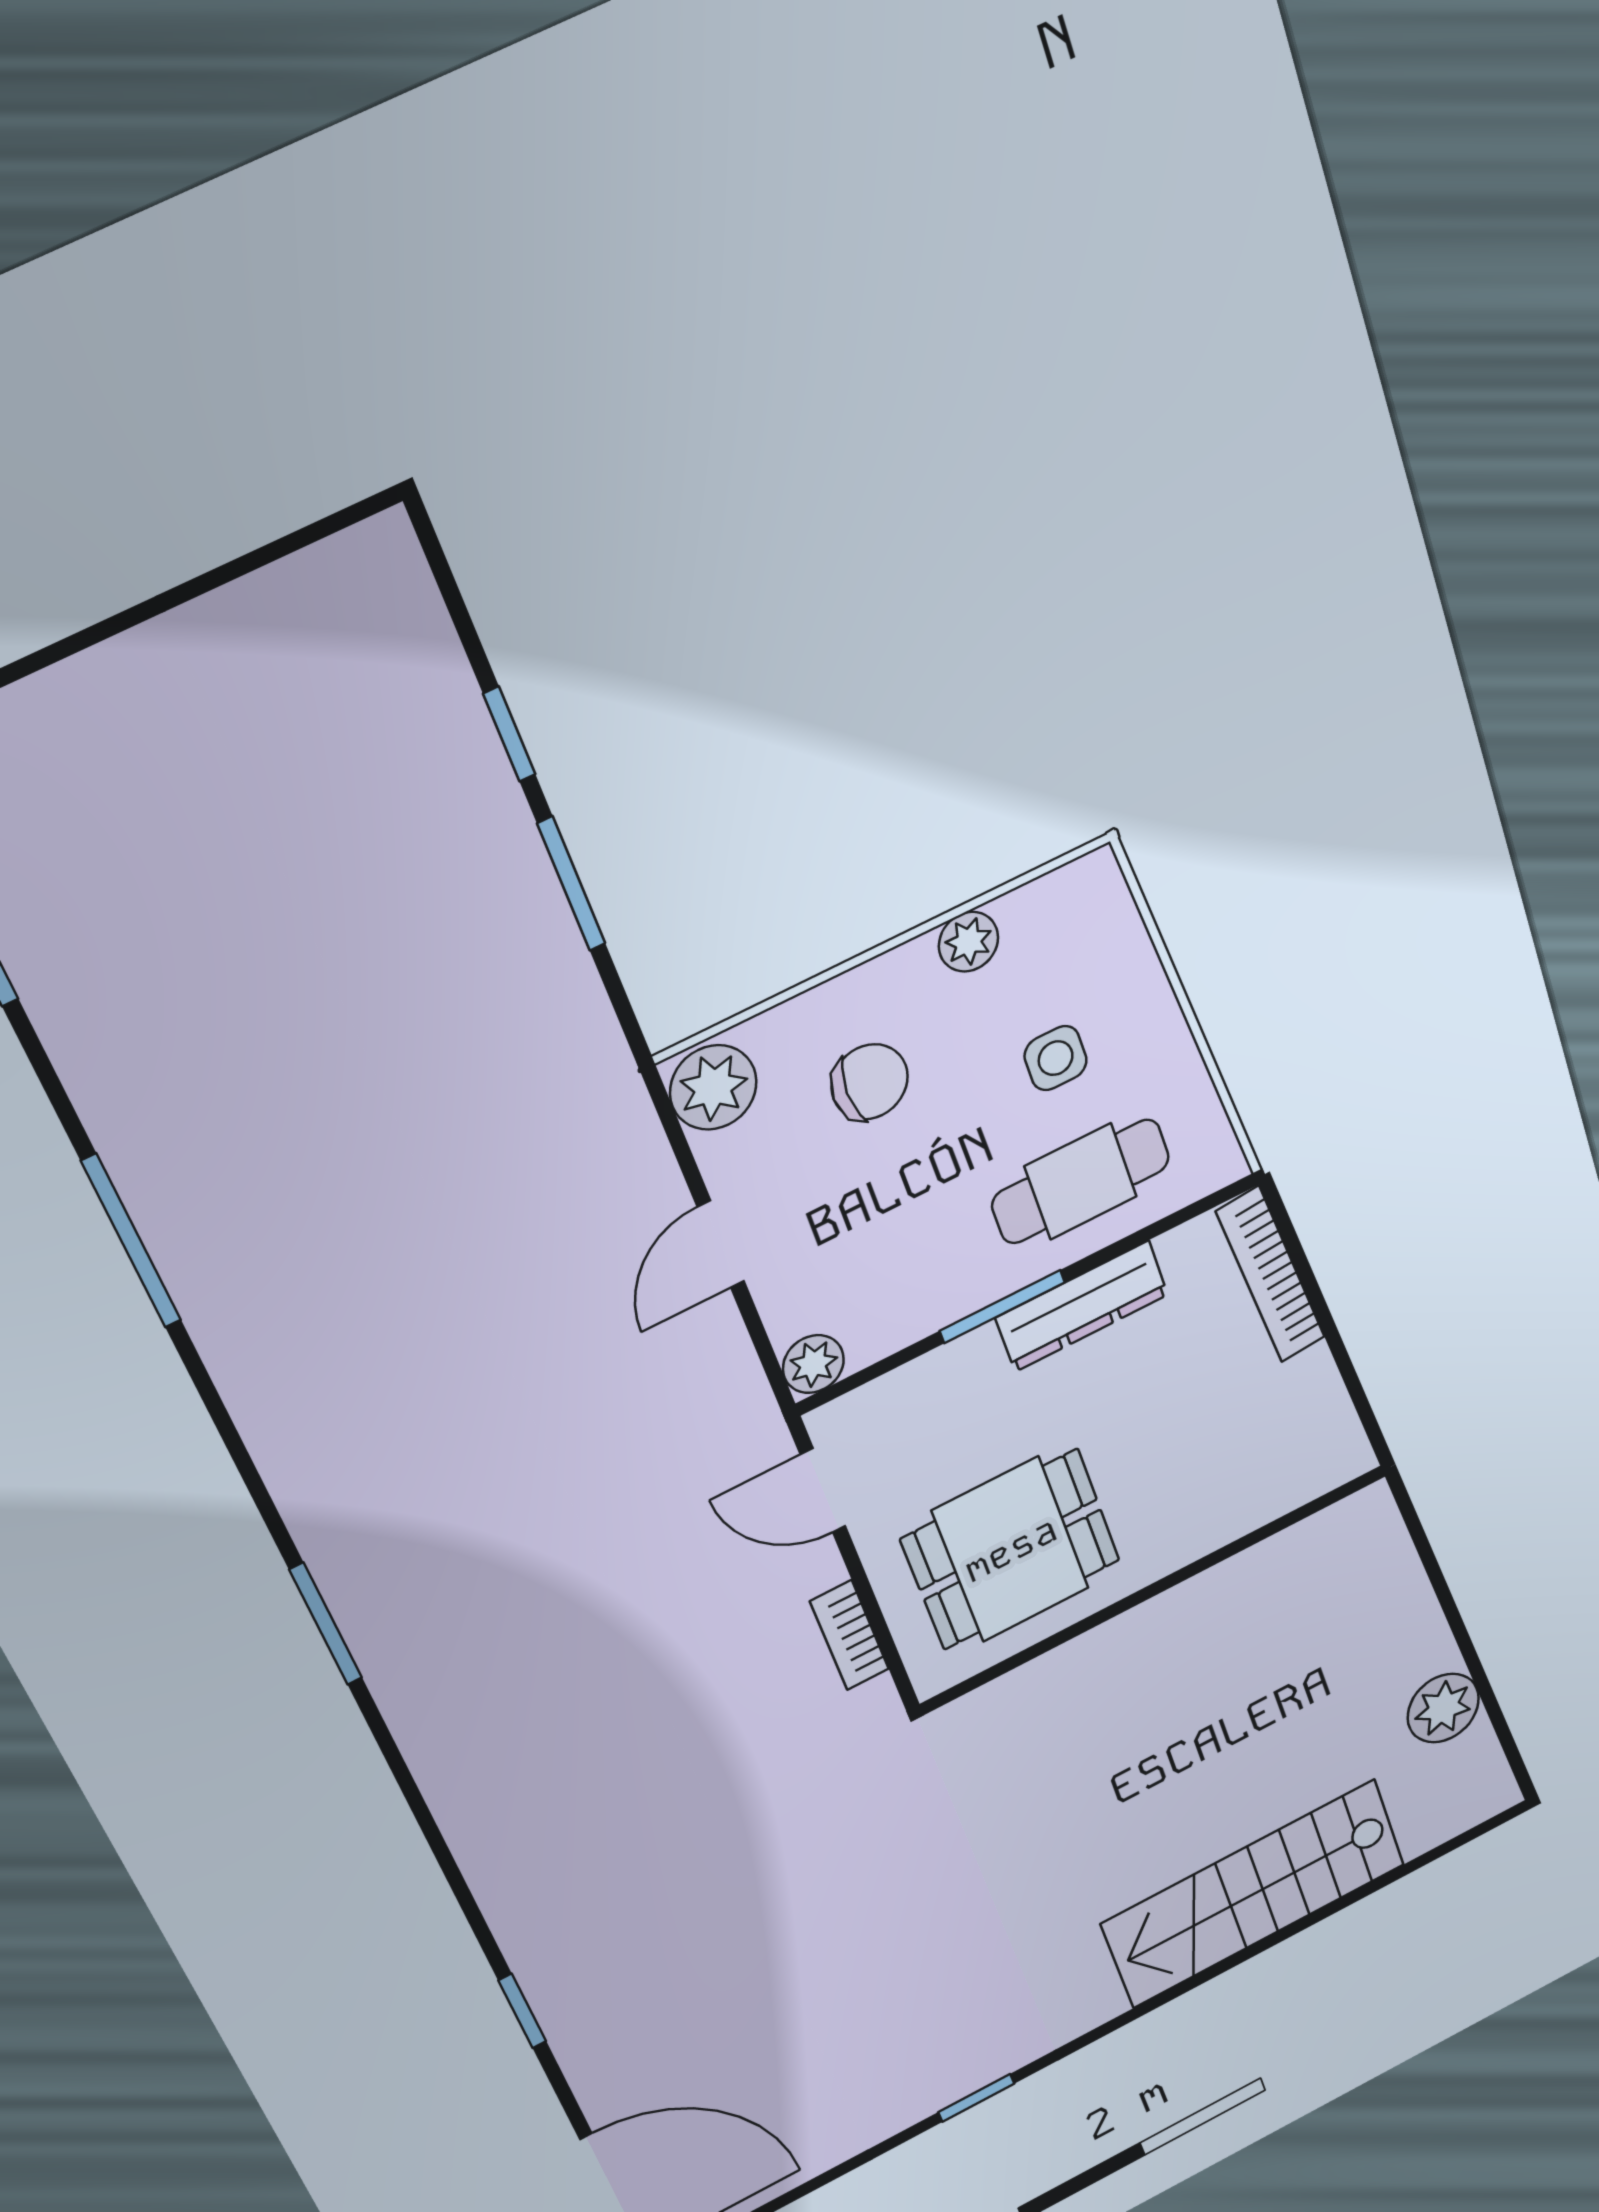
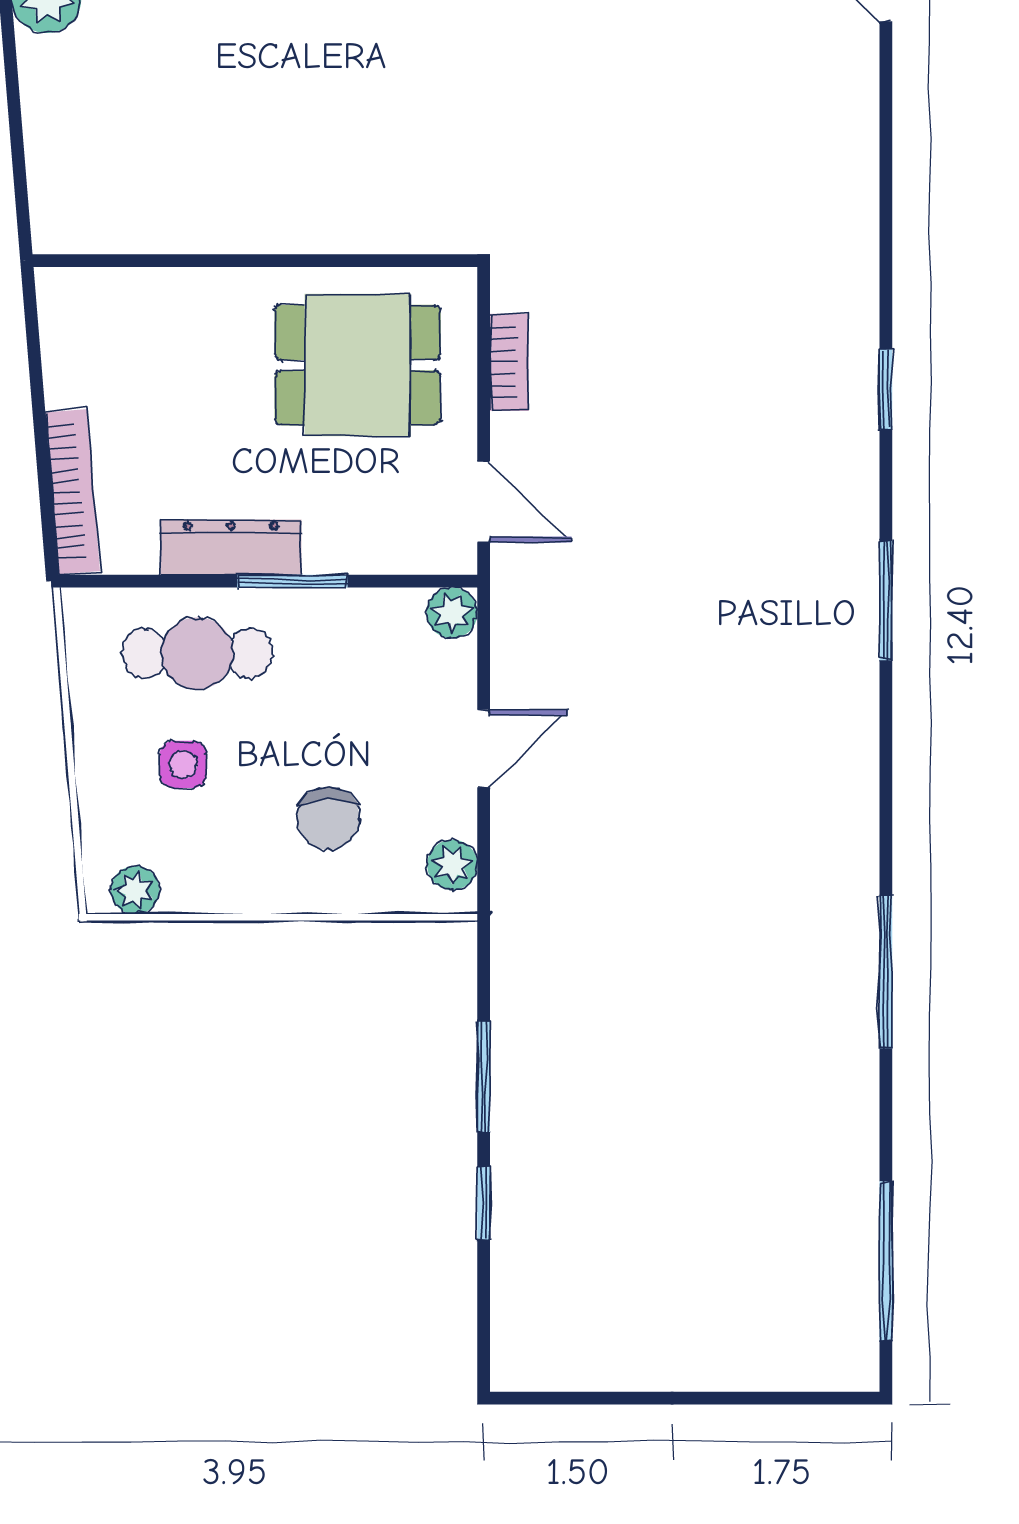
plant: (968, 942) -> (135, 890), moved
chair: (870, 1082) -> (328, 819), turned -90
plant: (713, 1087) -> (452, 865), width x0.73, depth x0.73
window: (522, 2011) -> (886, 389), moved

